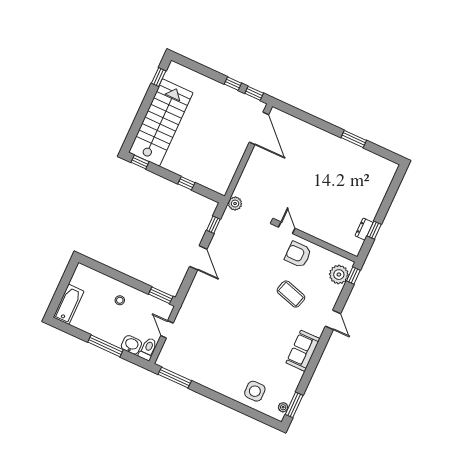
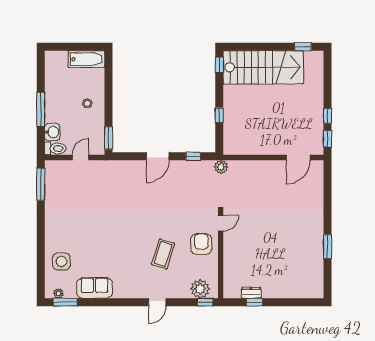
door: (259, 128) -> (298, 158), width x0.73
bathtub: (69, 304) -> (87, 59), moved
sofa: (303, 351) -> (95, 288), moved

